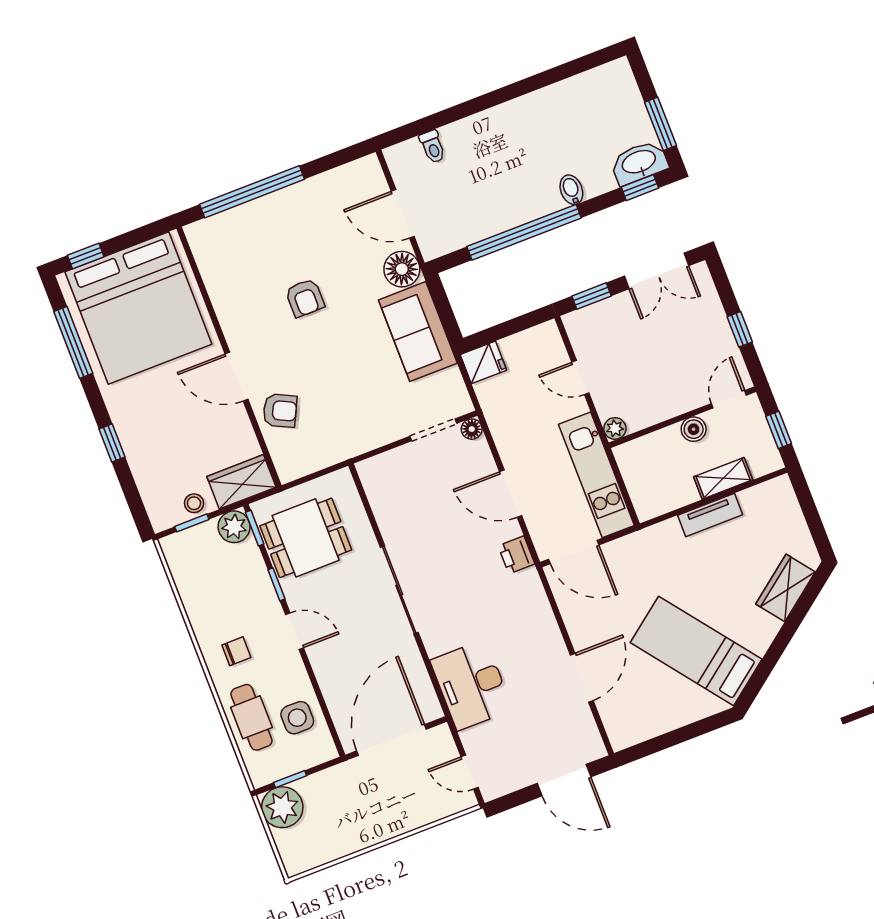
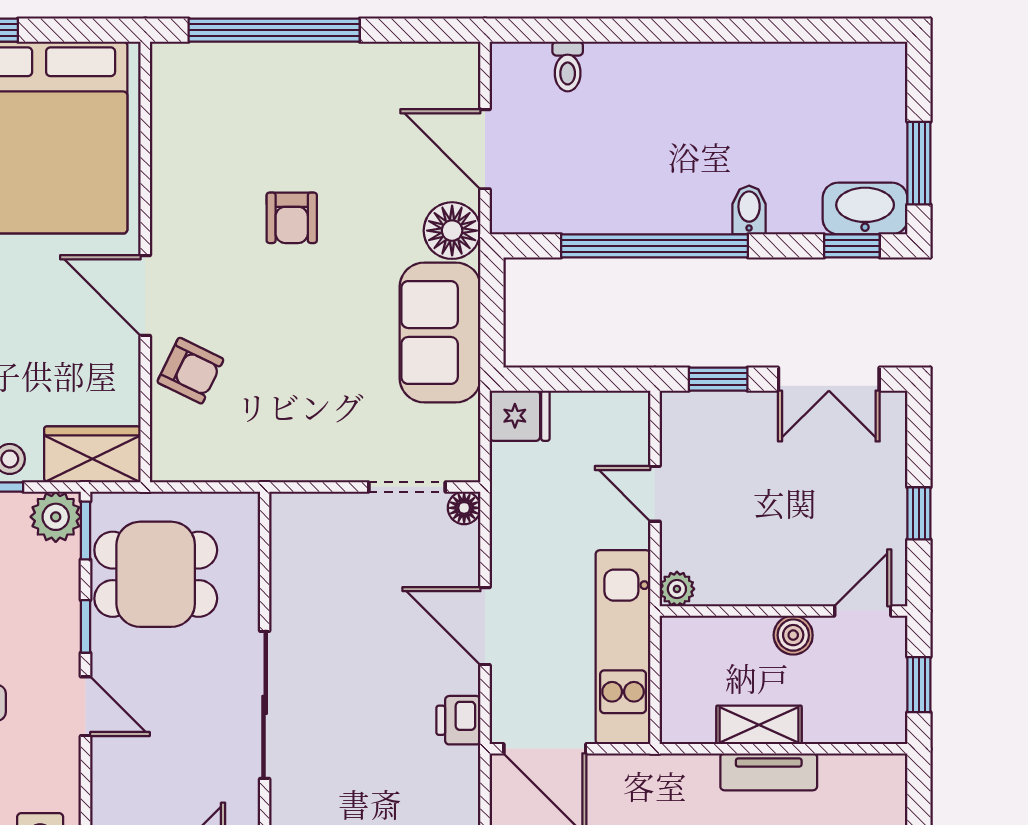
shelving: (723, 478) -> (759, 725), moved

